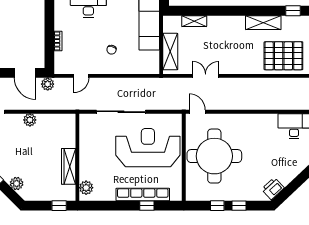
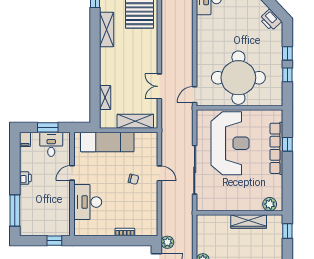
door: (81, 76) -> (159, 173), moved
reception desk: (148, 148) -> (230, 143), turned 180

